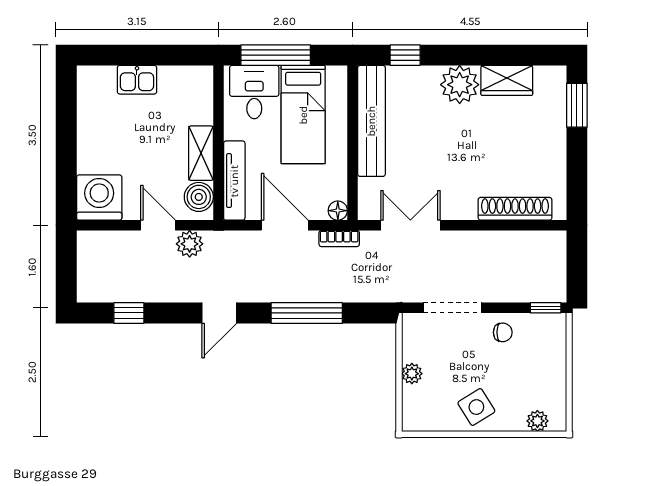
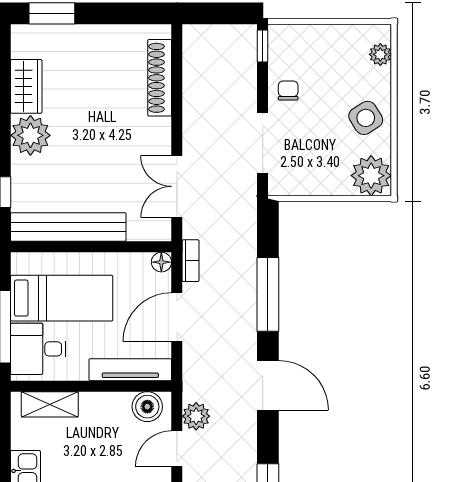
shelving: (201, 153) -> (50, 404), moved
door: (219, 313) -> (268, 385), width x1.38
plant: (412, 374) -> (371, 176), moved, width x1.87, depth x1.87

